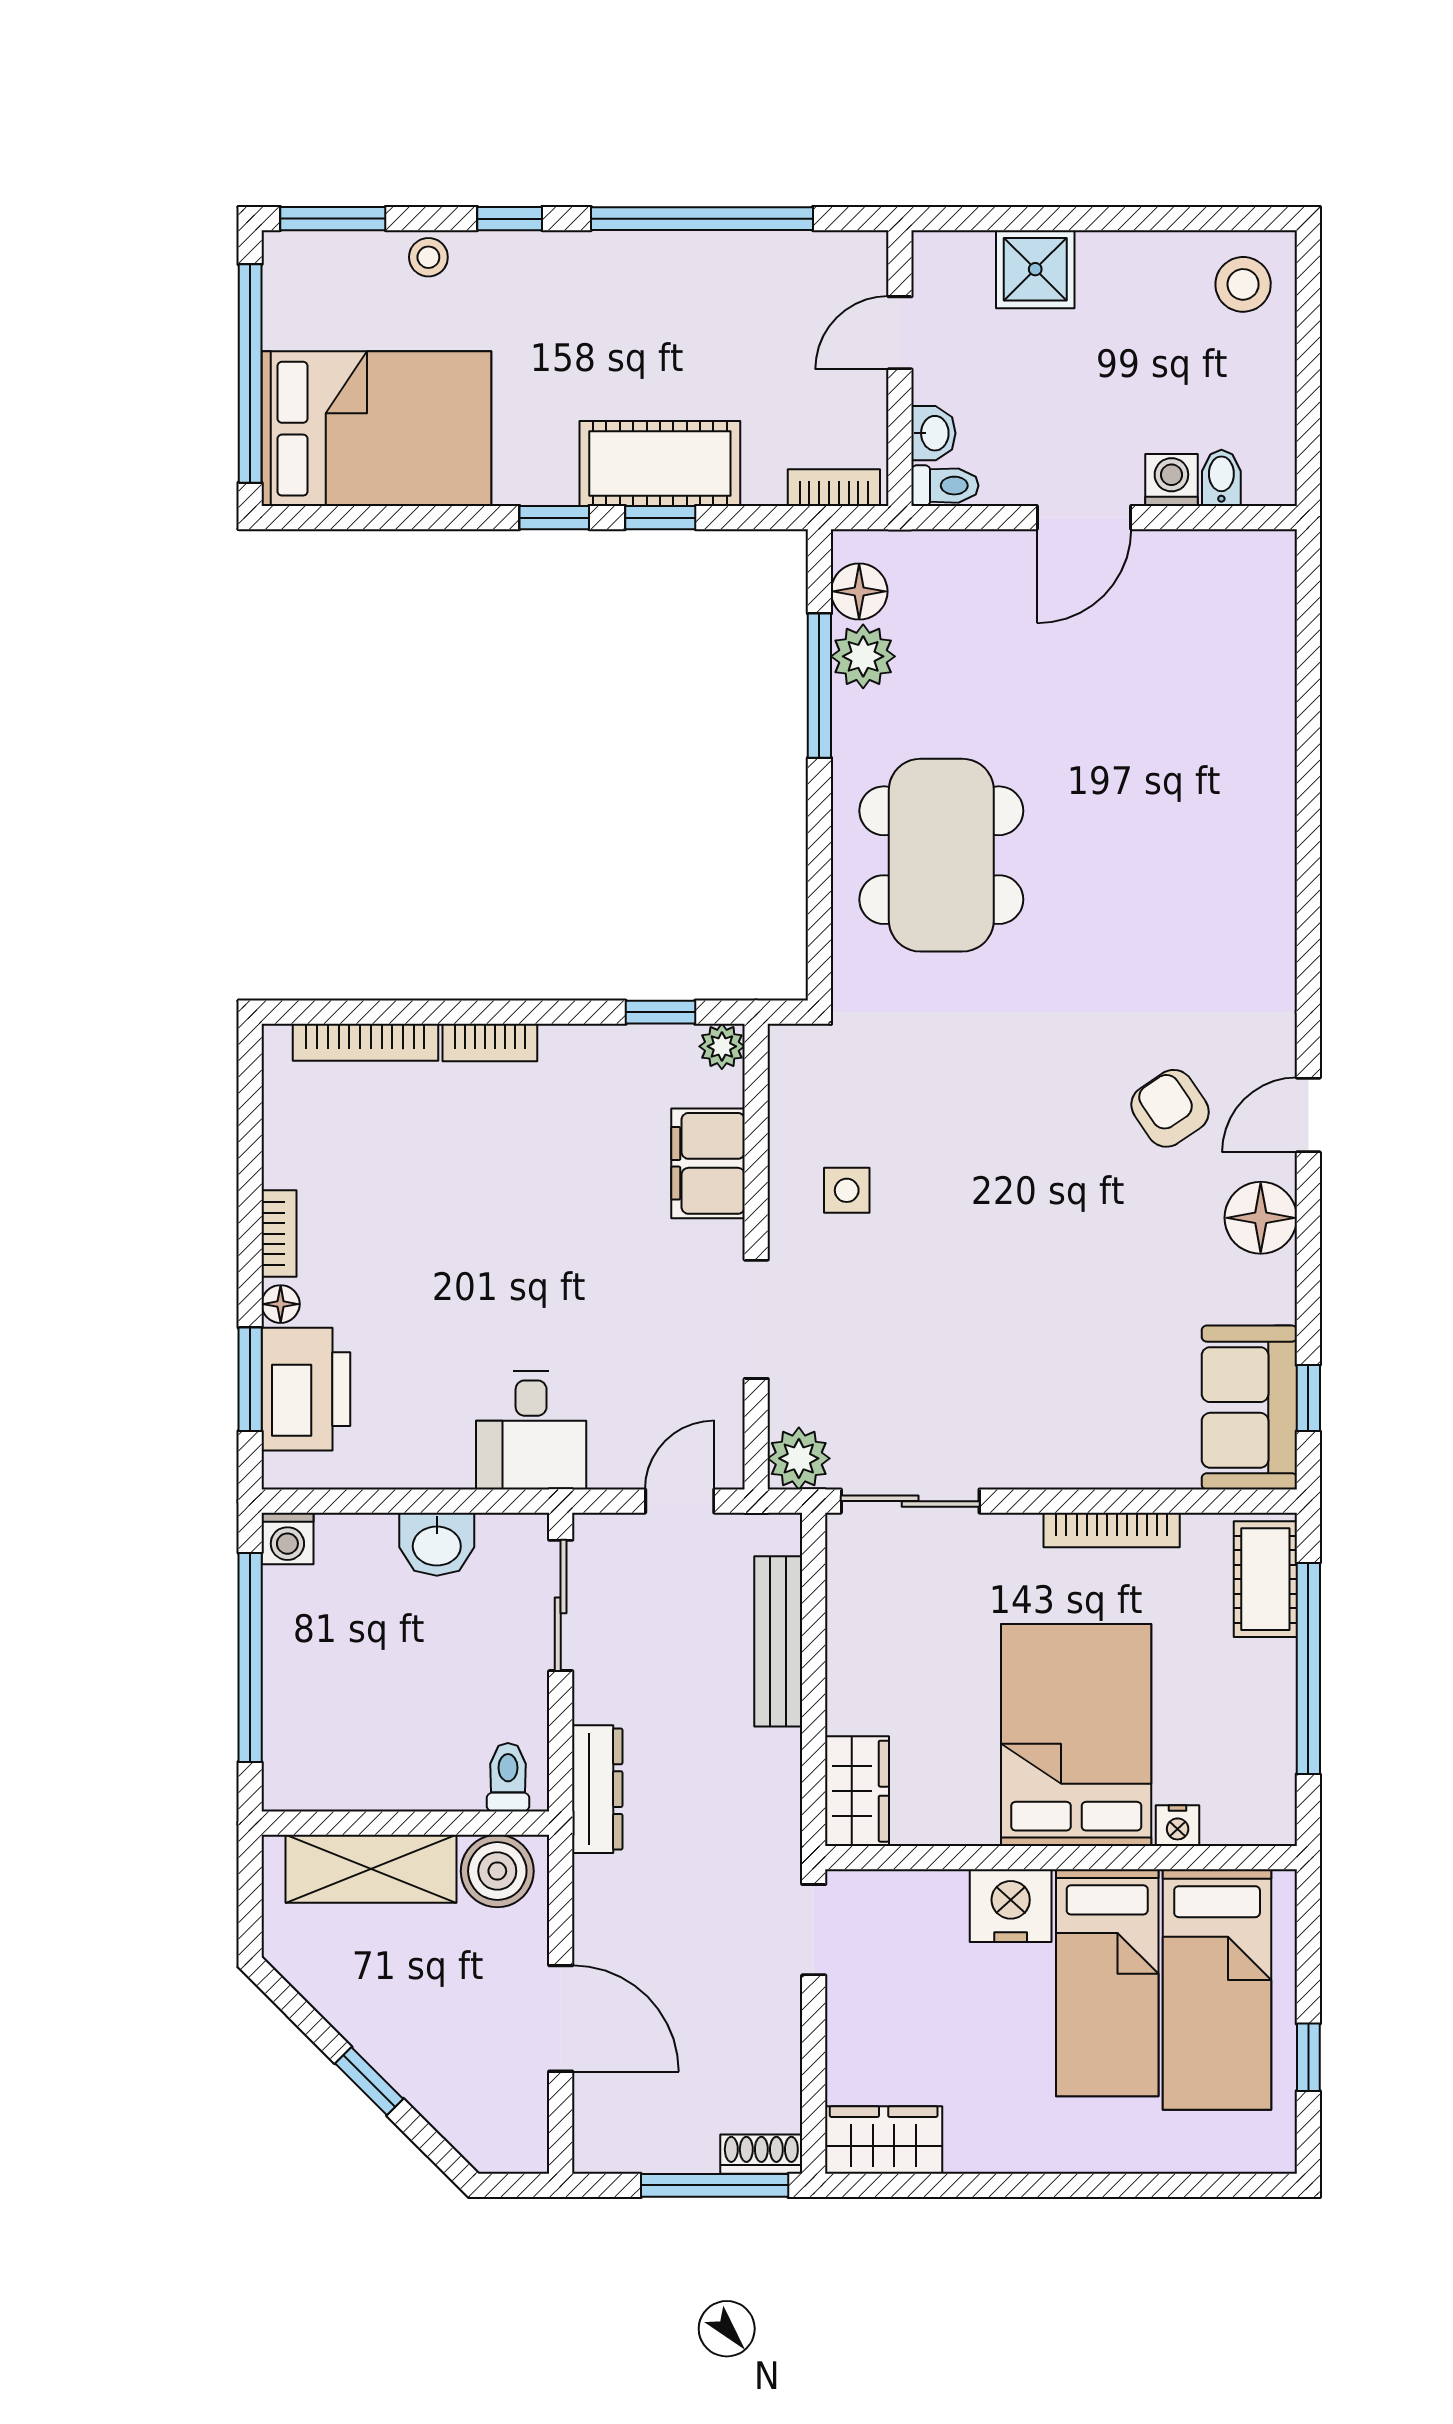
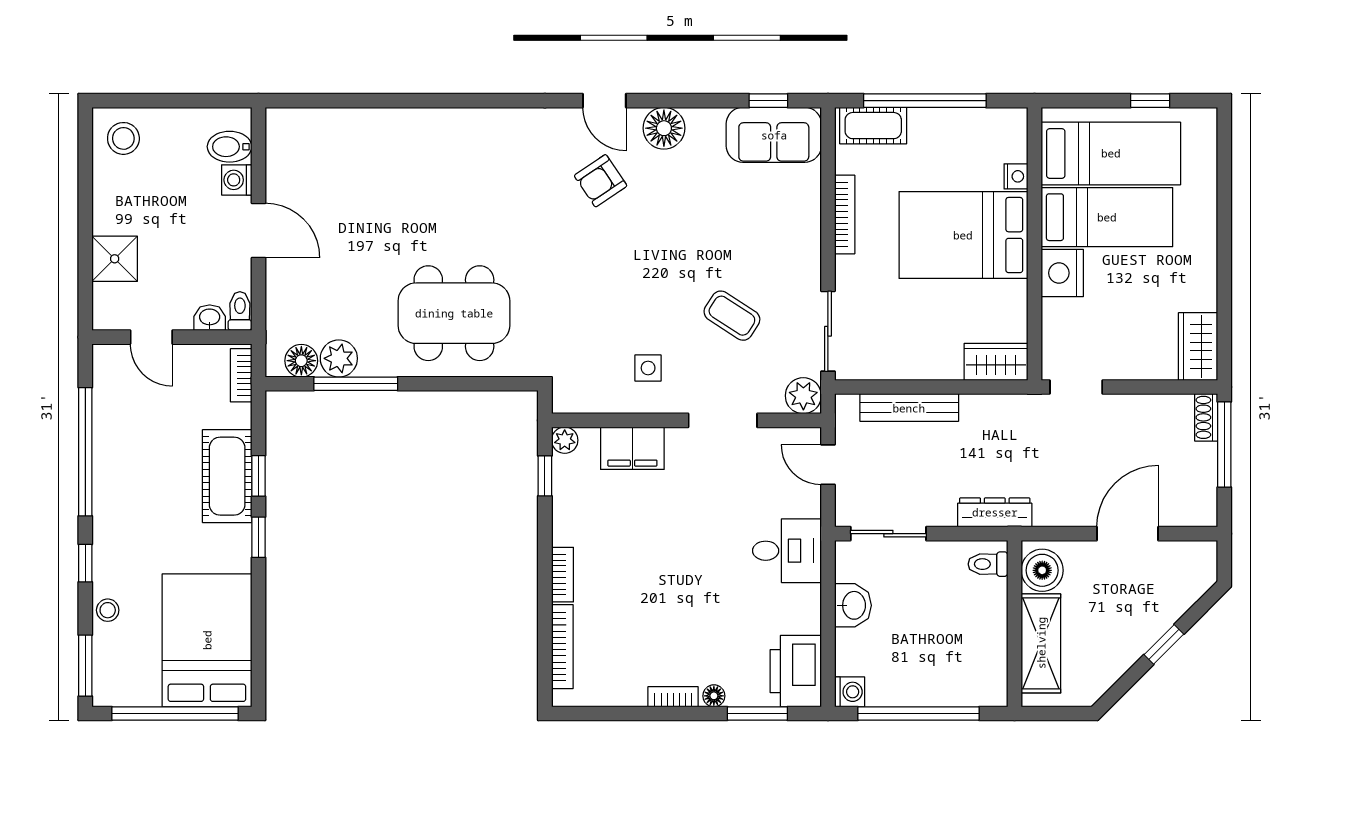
bidet: (1221, 478) -> (230, 147), width x1.38, depth x1.36
coffee table: (937, 1335) -> (732, 316), added
printer: (306, 1389) -> (796, 671), moved, turned -90

